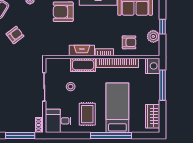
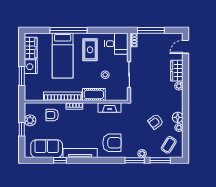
fireplace: (82, 50) -> (110, 108), moved
nightstand: (153, 66) -> (31, 67), moved
window: (162, 85) -> (22, 76), width x0.69

